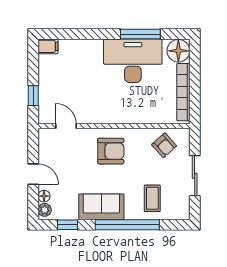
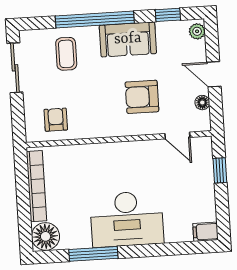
desk: (133, 61) -> (127, 219), moved
armchair: (164, 145) -> (56, 120), turned 42
armchair: (111, 151) -> (142, 97), moved
sliding door: (195, 176) -> (15, 68), moved
floor lamp: (44, 196) -> (202, 103), moved

